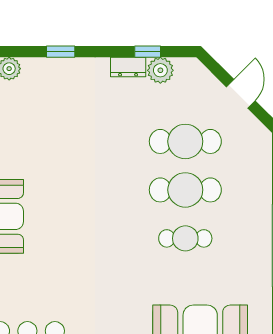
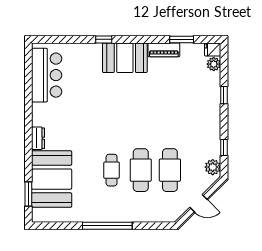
dresser: (128, 67) -> (215, 136), removed
plant: (160, 70) -> (213, 167), moved

